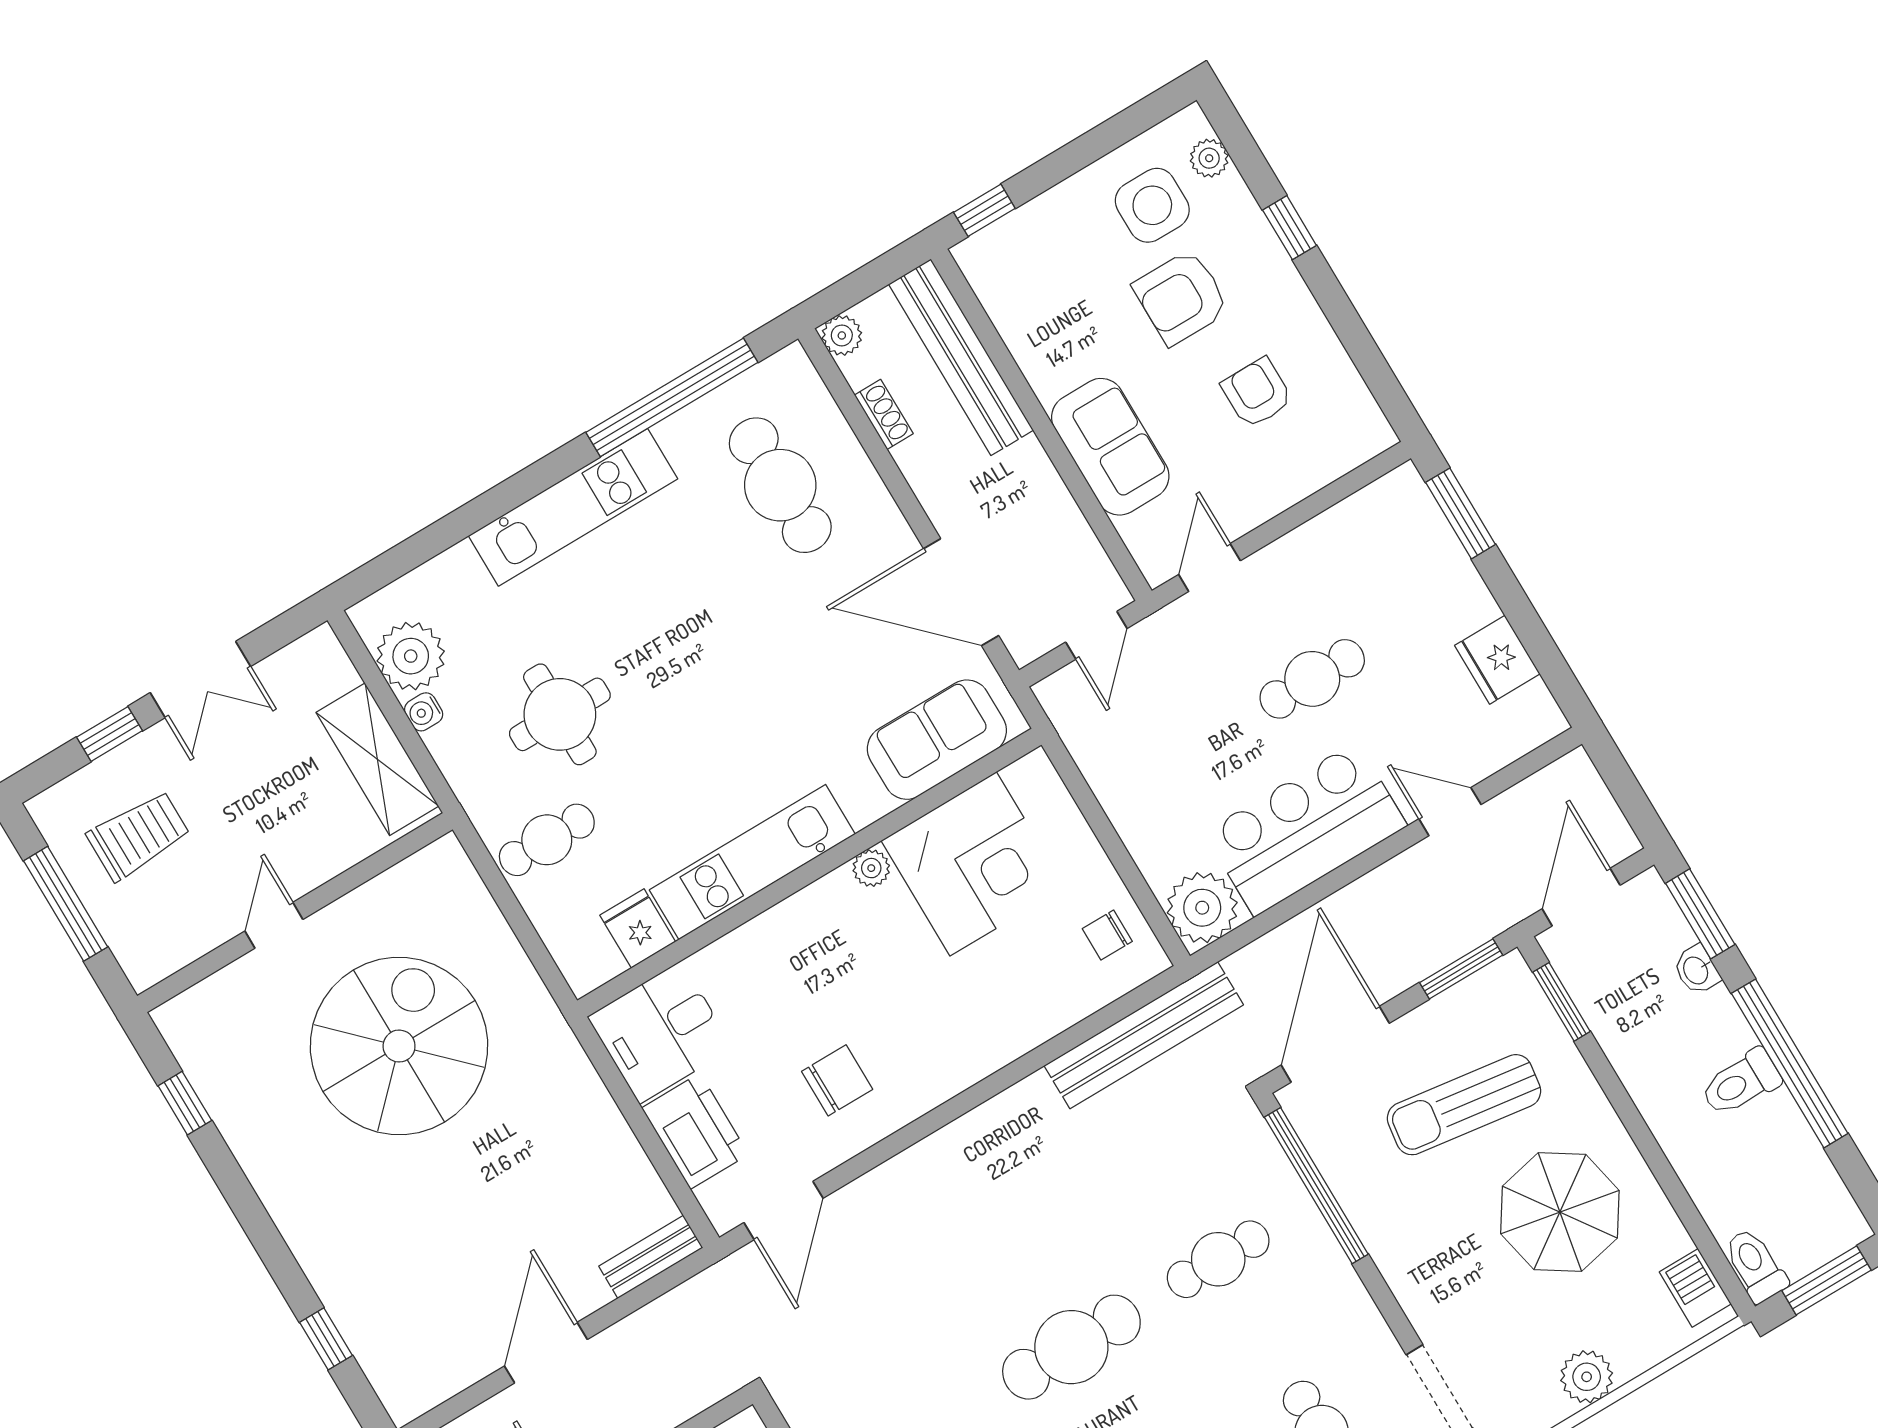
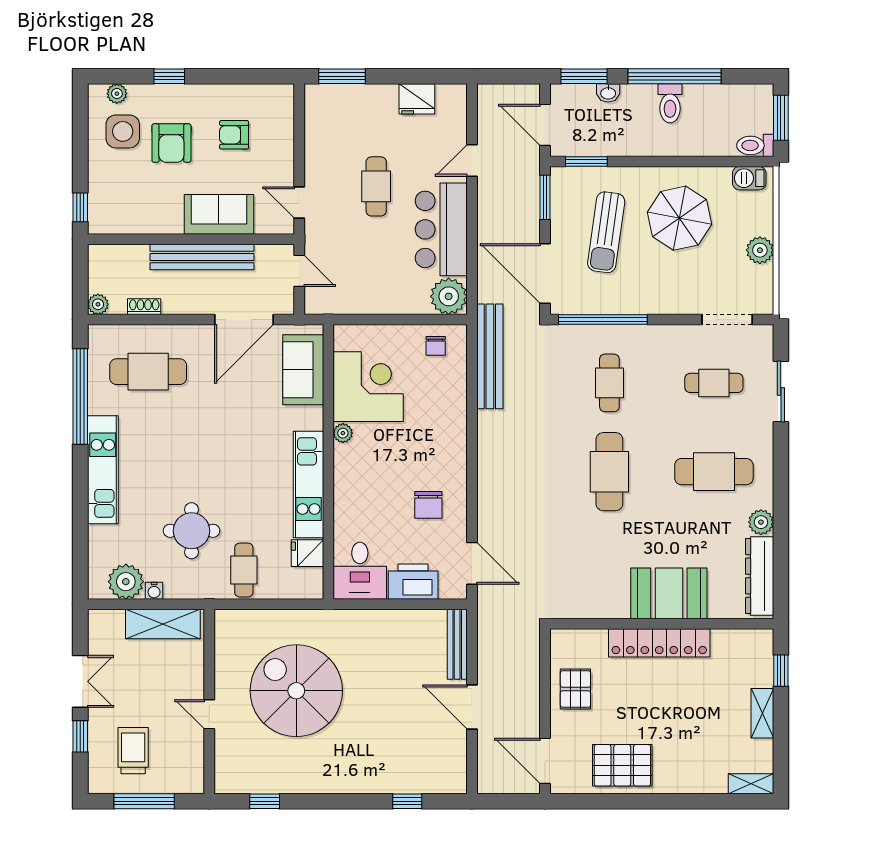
bench: (961, 357) -> (202, 257), moved
chair: (837, 1080) -> (428, 505), turned 180
bench: (651, 1257) -> (457, 644), width x1.36

